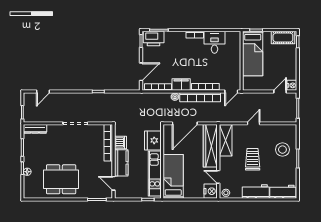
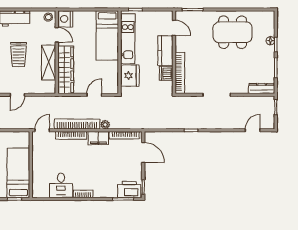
door: (141, 72) -> (143, 152), swing flipped
door: (185, 123) -> (94, 95), width x0.53
shelving: (226, 140) -> (49, 63), moved

